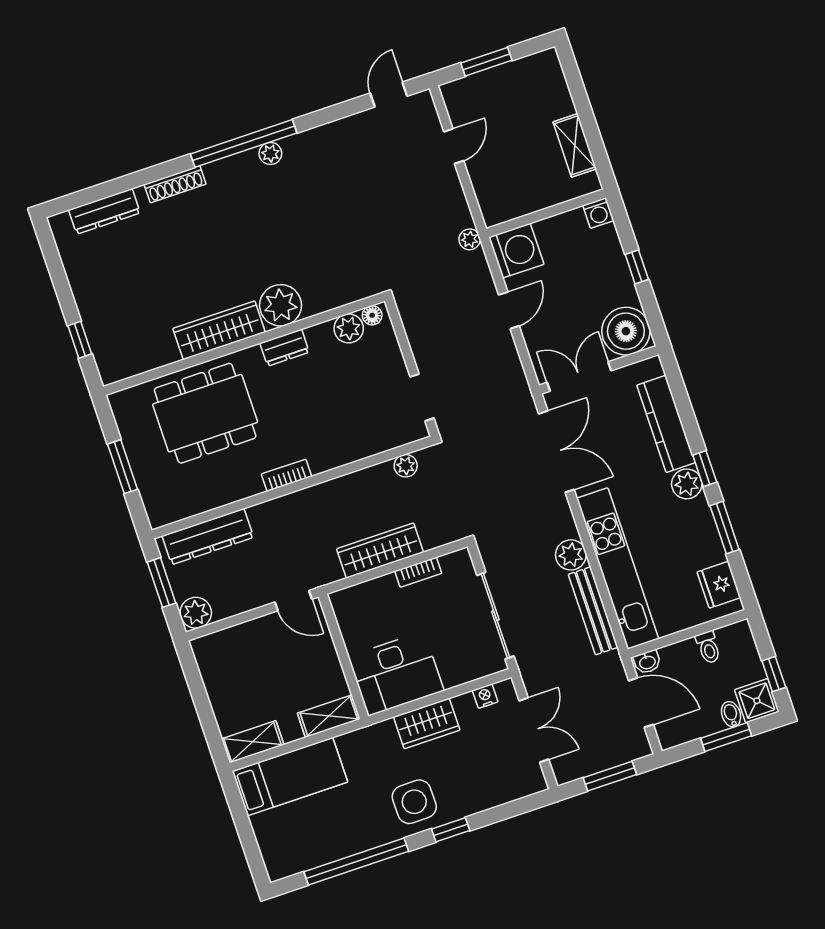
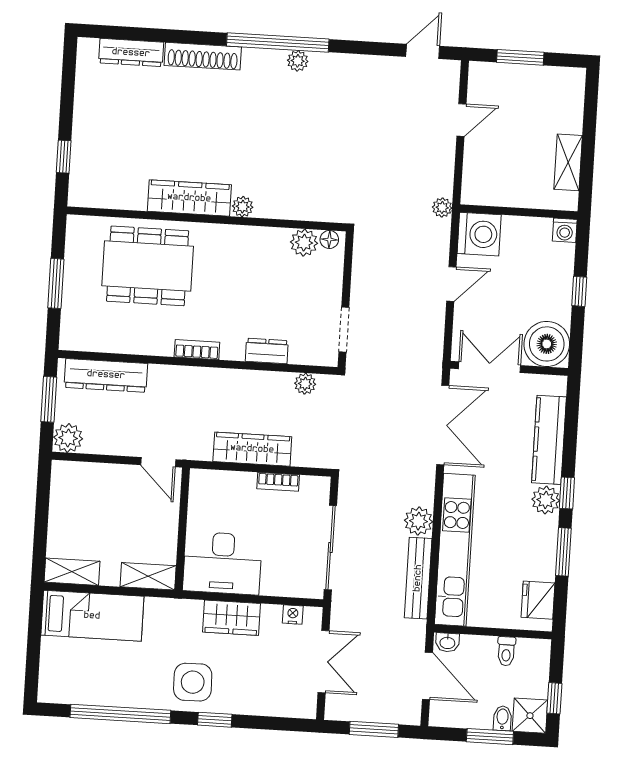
shoe rack: (175, 184) -> (203, 56), width x1.36, depth x1.24
plant: (281, 305) -> (243, 207), width x0.53, depth x0.53
dresser: (285, 348) -> (267, 351), moved, turned 180

